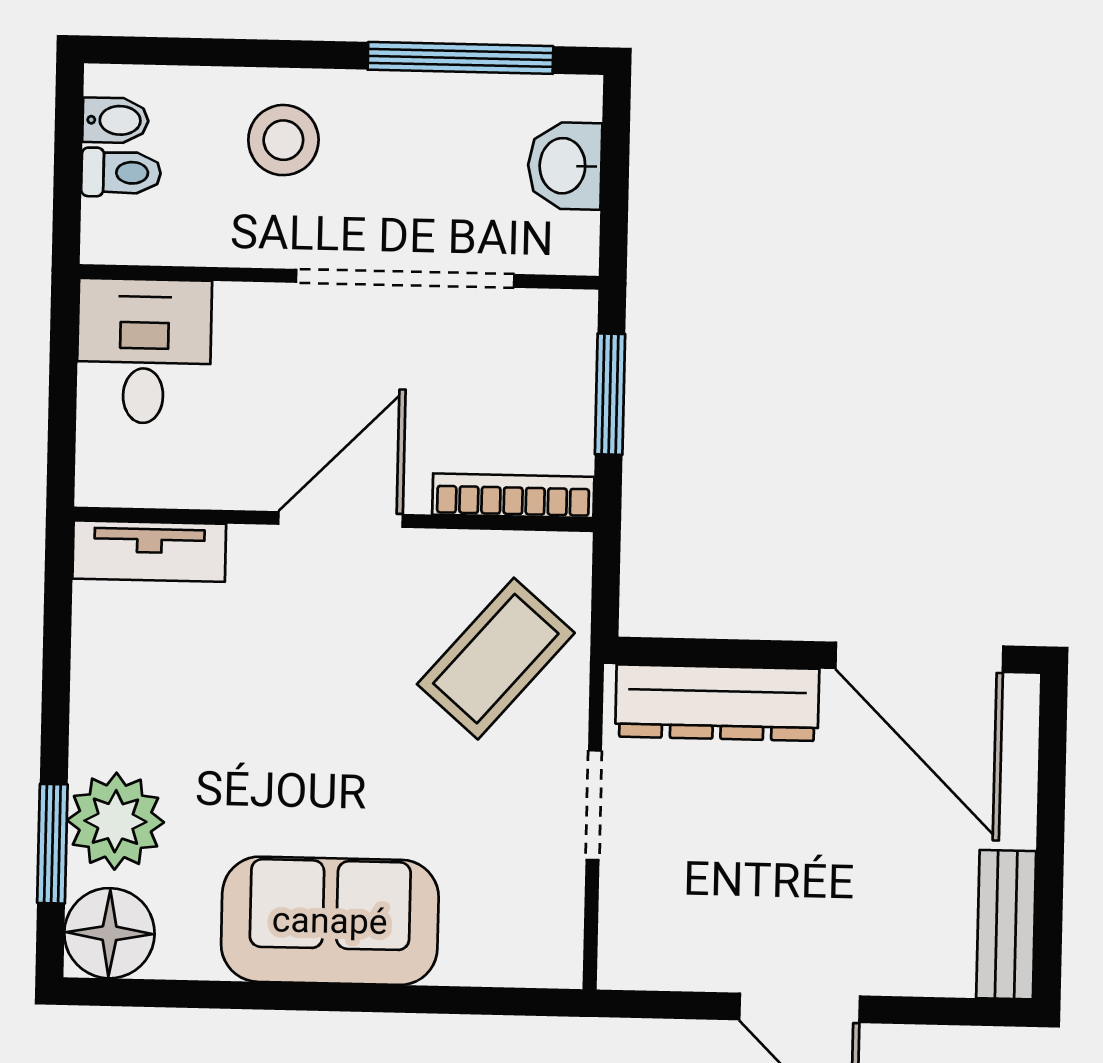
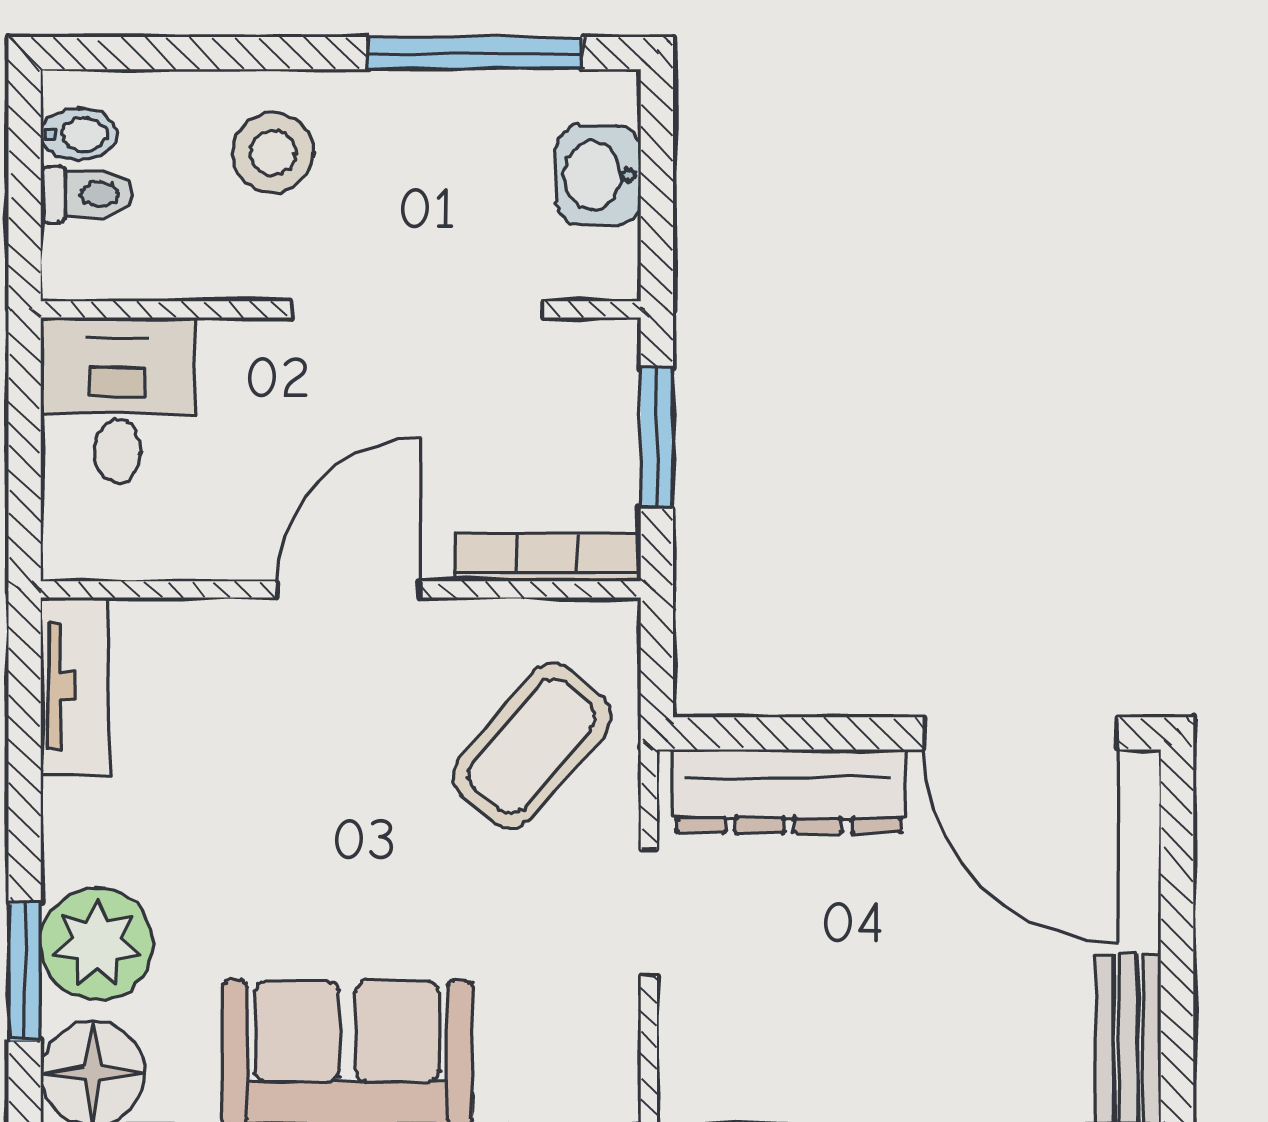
tv unit: (149, 551) -> (74, 685), moved, turned -90

